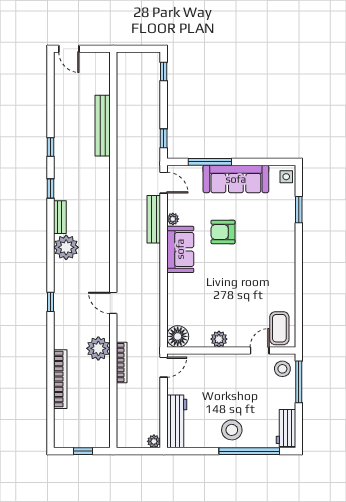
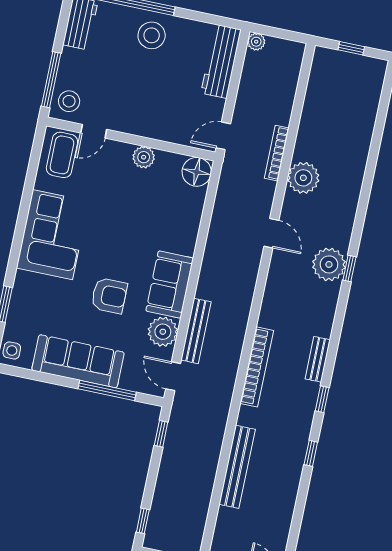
plant: (173, 219) -> (163, 332), width x1.88, depth x1.88
plant: (66, 247) -> (329, 264), moved
corner sofa: (274, 268) -> (52, 235), added
window: (50, 302) -> (349, 269), moved
bookcase: (60, 379) -> (257, 367), moved, turned 180

